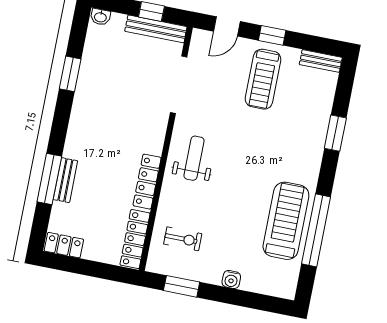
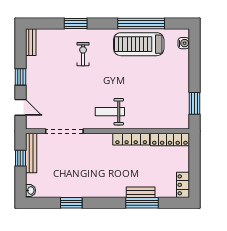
treadmill: (263, 79) -> (50, 77), removed
exercise bike: (183, 239) -> (83, 54), moved
water cooler: (231, 279) -> (184, 43), moved

